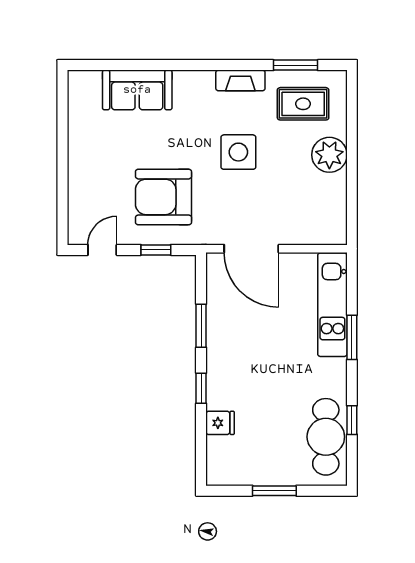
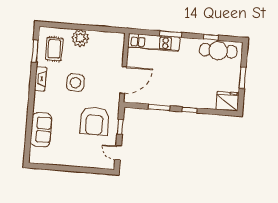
fridge: (220, 423) -> (227, 101), moved, width x1.88, depth x1.34

